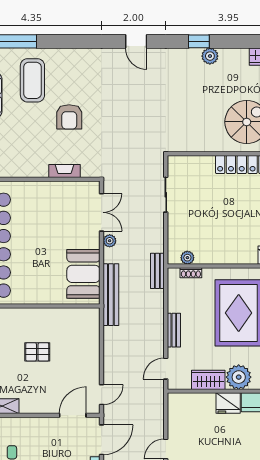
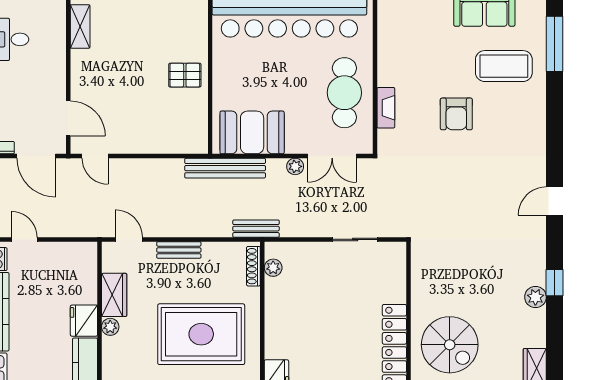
armchair: (69, 117) -> (456, 114), turned -90
cafe table: (53, 203) -> (344, 93), added
shoe rack: (191, 273) -> (253, 266), width x1.43
pallet: (37, 352) -> (185, 75), moved, turned 90
plant: (239, 377) -> (110, 327), width x0.53, depth x0.53

